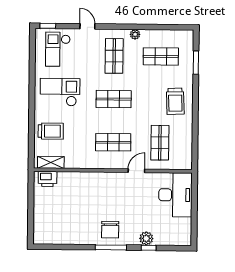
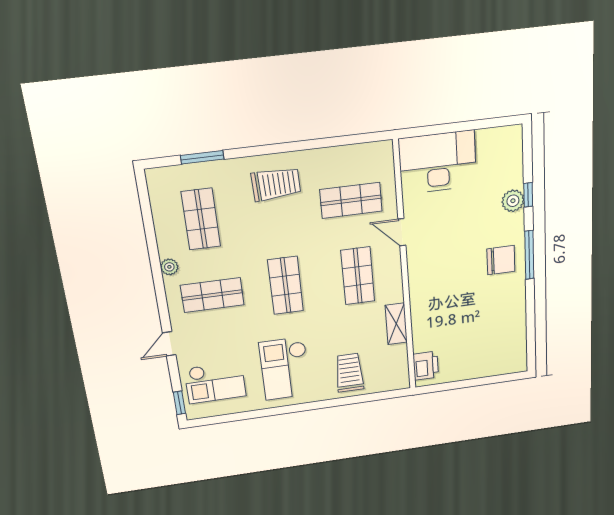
shelving: (51, 163) -> (396, 324), moved

